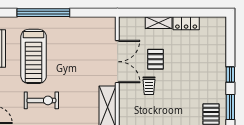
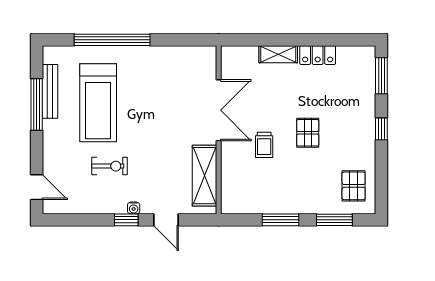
pallet: (155, 59) -> (308, 133), moved
exercise bike: (41, 100) -> (109, 166), width x0.73, depth x0.72
window: (230, 107) -> (381, 76), moved

